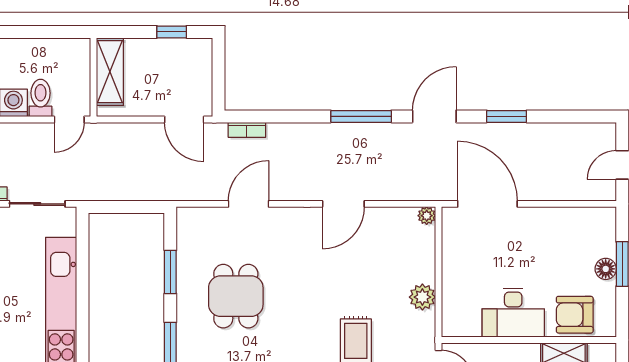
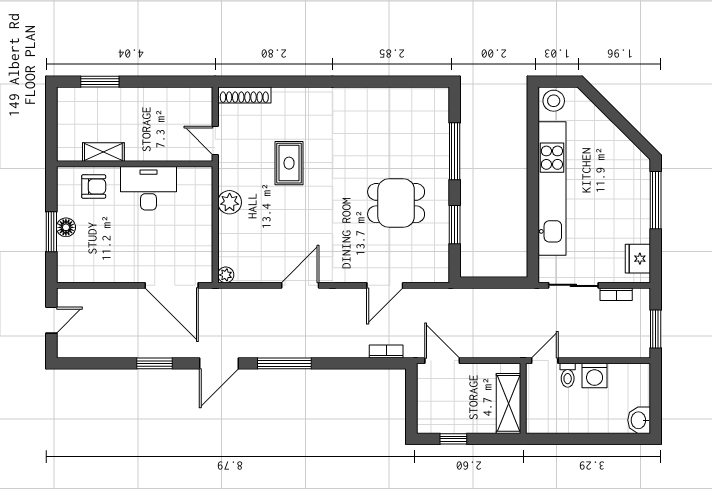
toilet: (41, 98) -> (568, 375), width x0.73, depth x0.72
dining table: (236, 296) -> (396, 203), turned 90
armchair: (575, 315) -> (94, 186), width x0.72, depth x0.72

